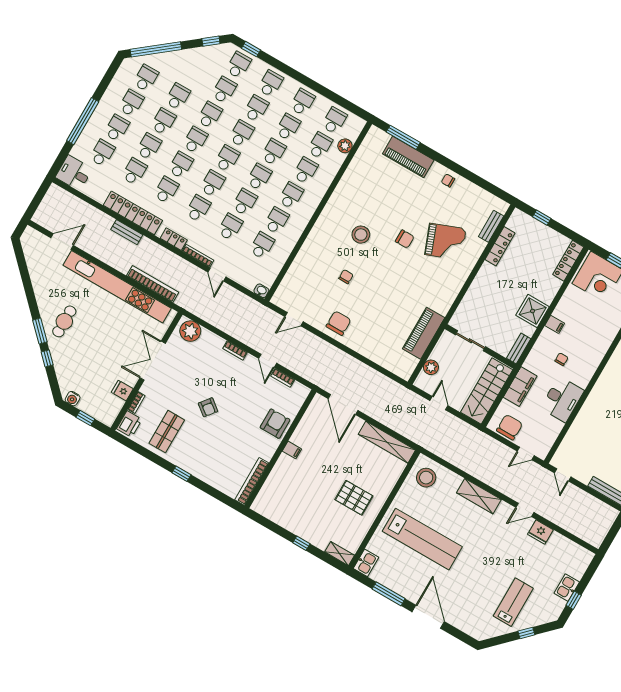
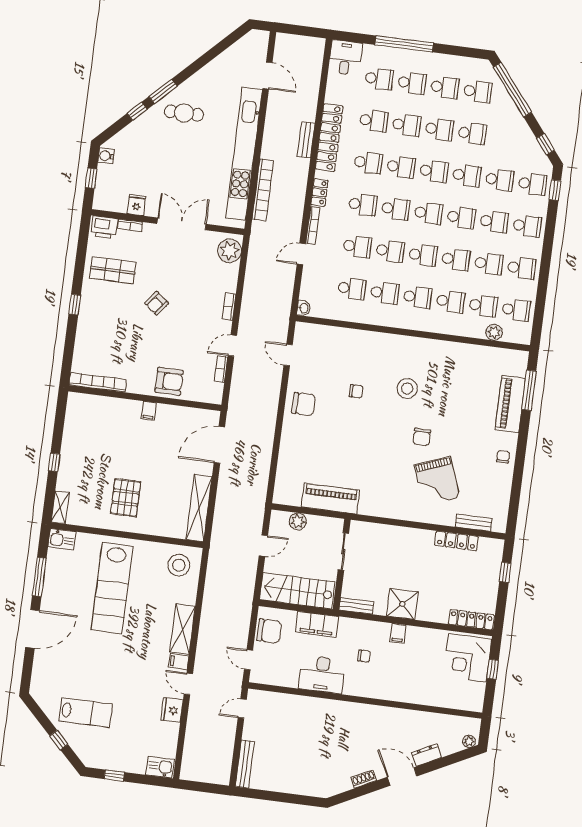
filing cabinet: (504, 510) -> (179, 662), added
kitchen sink: (567, 588) -> (160, 767), moved

